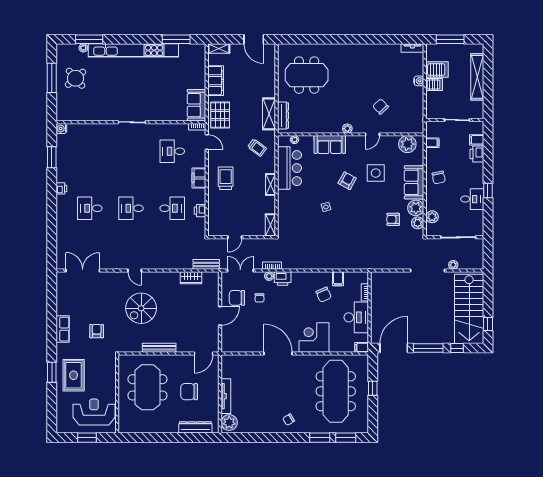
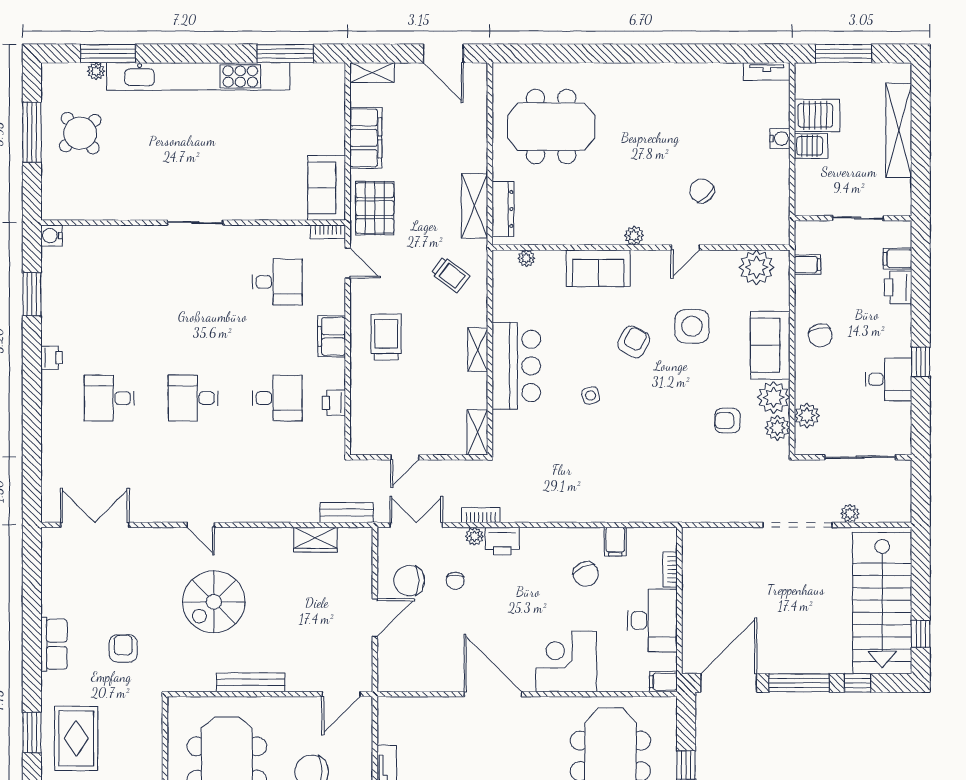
desk: (172, 151) -> (277, 282), turned 180
bar counter: (289, 168) -> (516, 366), moved

